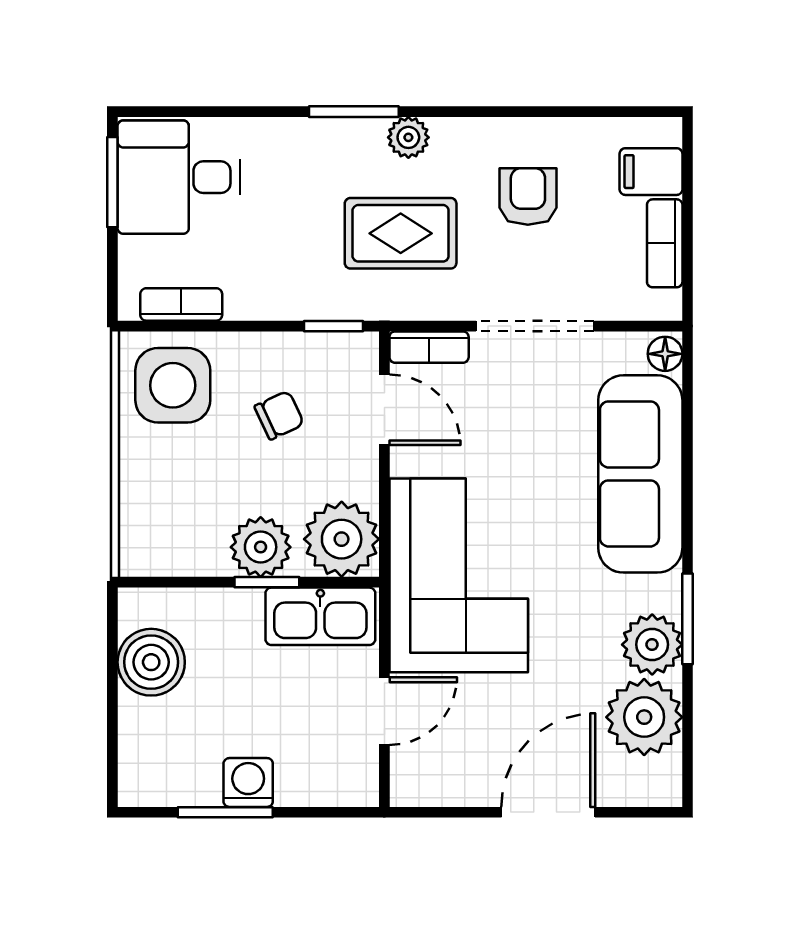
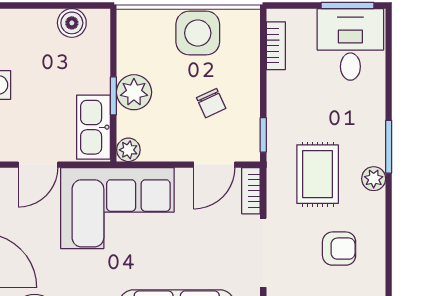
side table: (173, 385) -> (198, 33), moved
plant: (342, 539) -> (128, 150), width x0.53, depth x0.53
boiler: (151, 662) -> (72, 23), width x0.73, depth x0.73
door: (384, 711) -> (38, 165), hinge flipped

